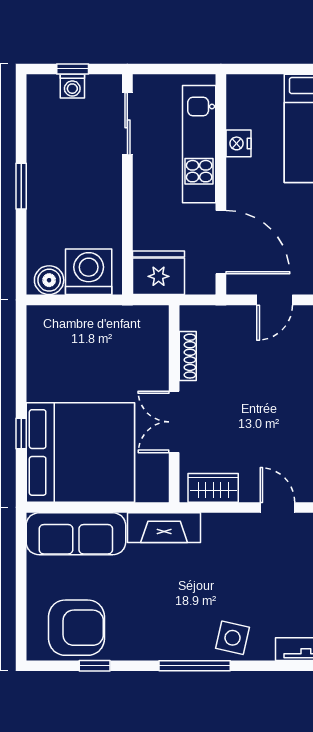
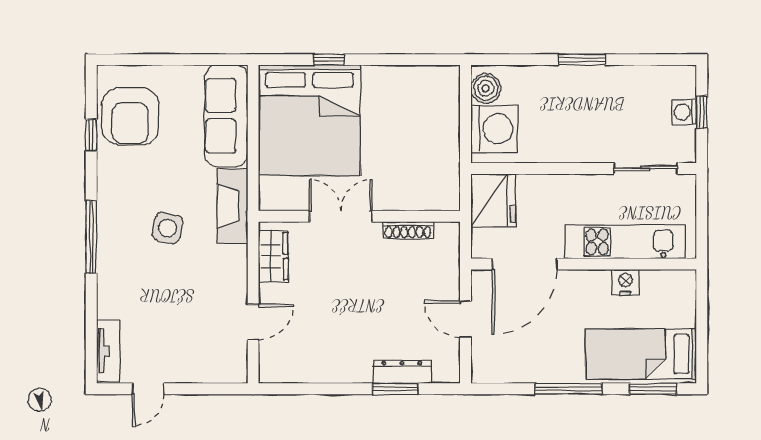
side table: (233, 638) -> (167, 228), moved

